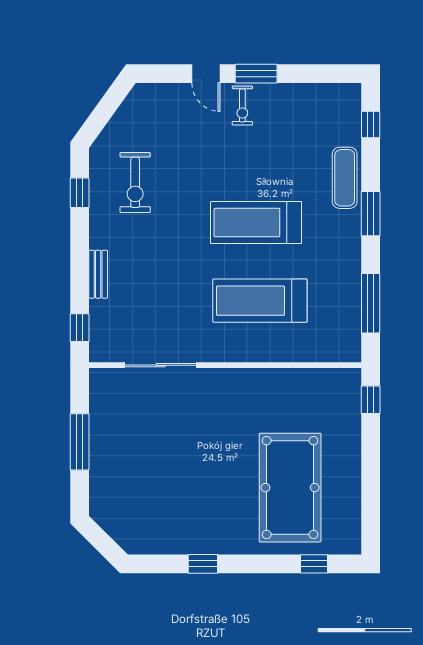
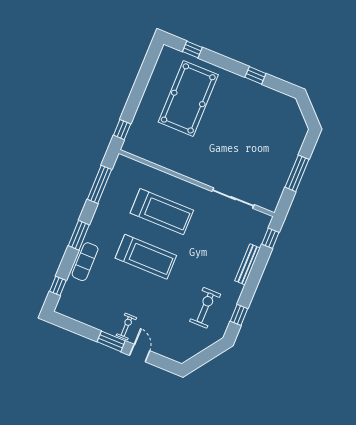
bench: (98, 274) -> (248, 264), width x1.36

